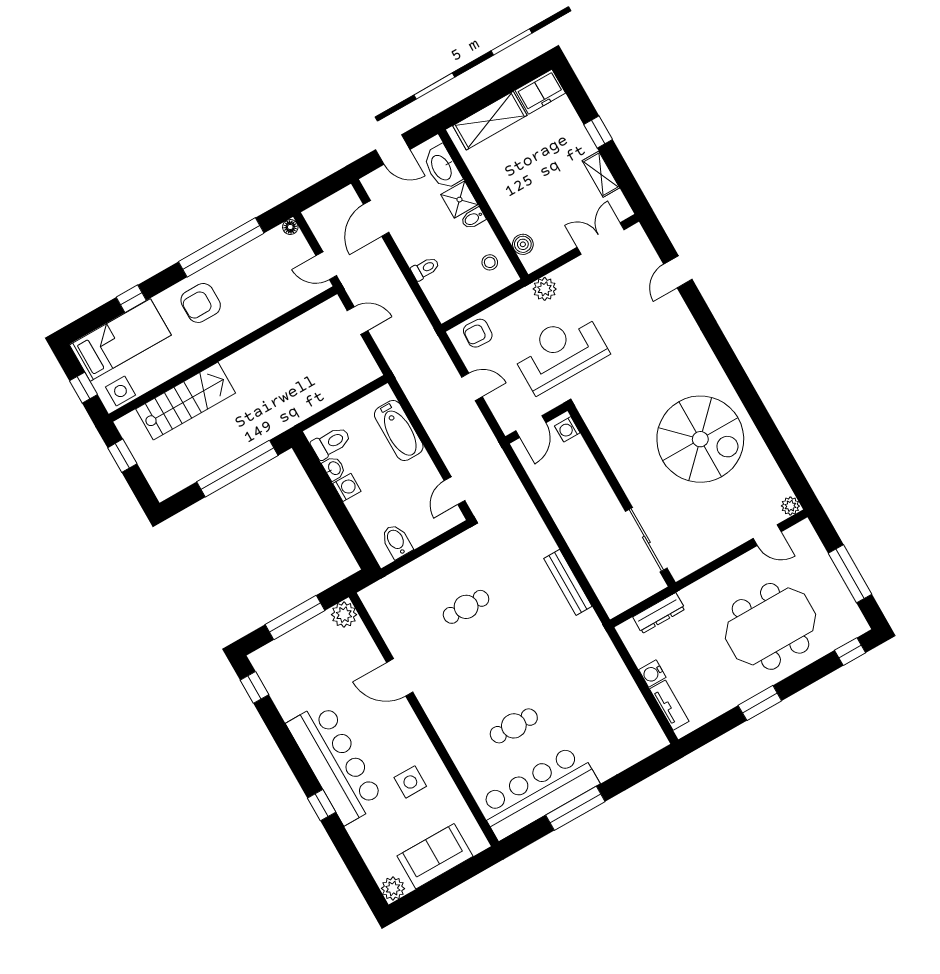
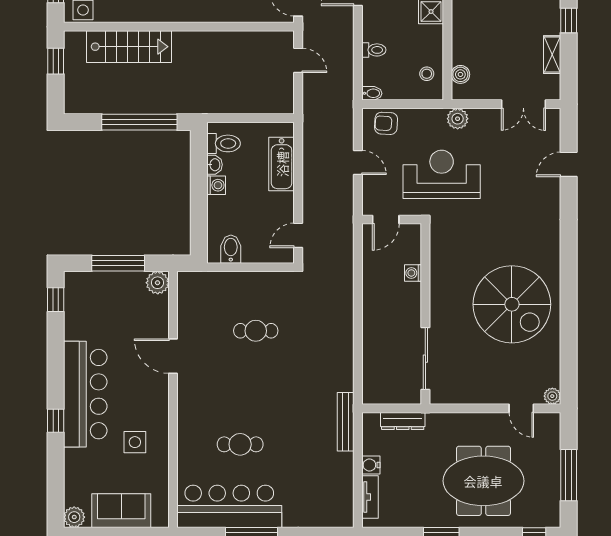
bidet: (473, 218) -> (372, 93), moved, turned 180
double door: (601, 238) -> (523, 104), swing flipped
washing machine: (567, 429) -> (413, 273), moved
bench: (568, 582) -> (346, 422), moved

